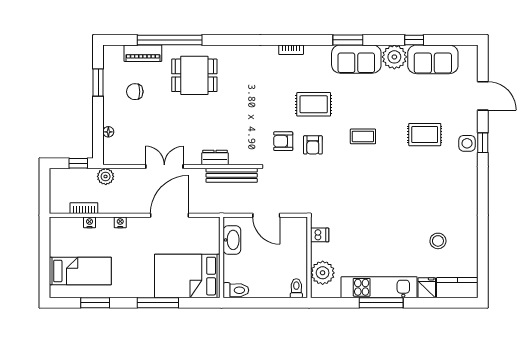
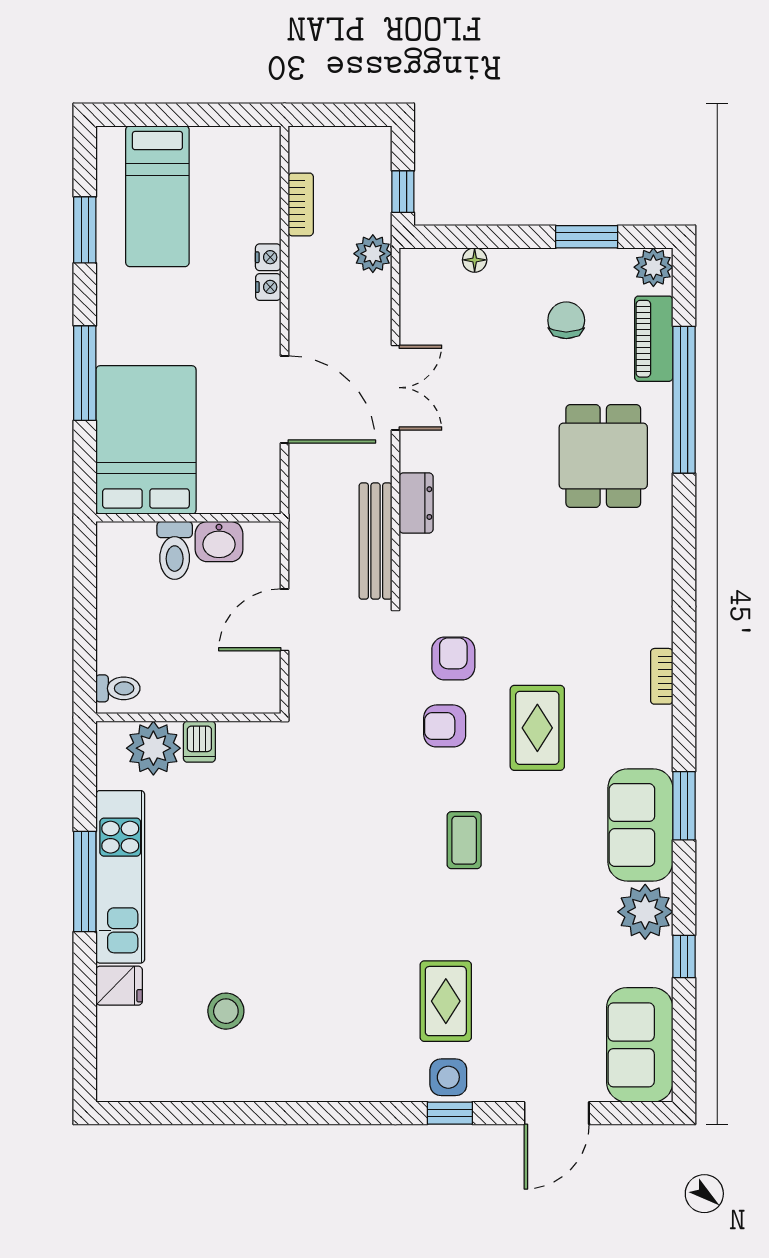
plant: (112, 53) -> (653, 267), added
sofa: (433, 59) -> (640, 1045), moved
rug: (425, 135) -> (446, 1001), moved
nightstand: (90, 222) -> (268, 257), moved
dishwasher: (320, 235) -> (199, 742), moved
washbasin: (232, 240) -> (219, 542), width x0.72
kitchen counter: (457, 288) -> (119, 1055), removed
toilet: (236, 290) -> (175, 550), moved

